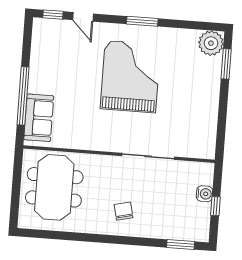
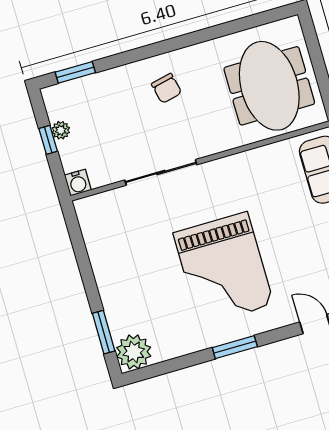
water cooler: (204, 194) -> (78, 183), moved, turned -90
plant: (205, 209) -> (61, 130), added

